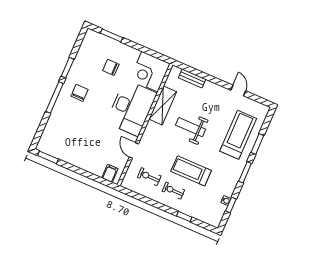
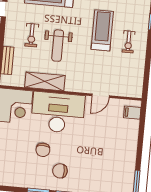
chair: (111, 67) -> (43, 150), moved
treadmill: (191, 171) -> (102, 30), turned 180
exercise bike: (149, 177) -> (32, 35), moved

